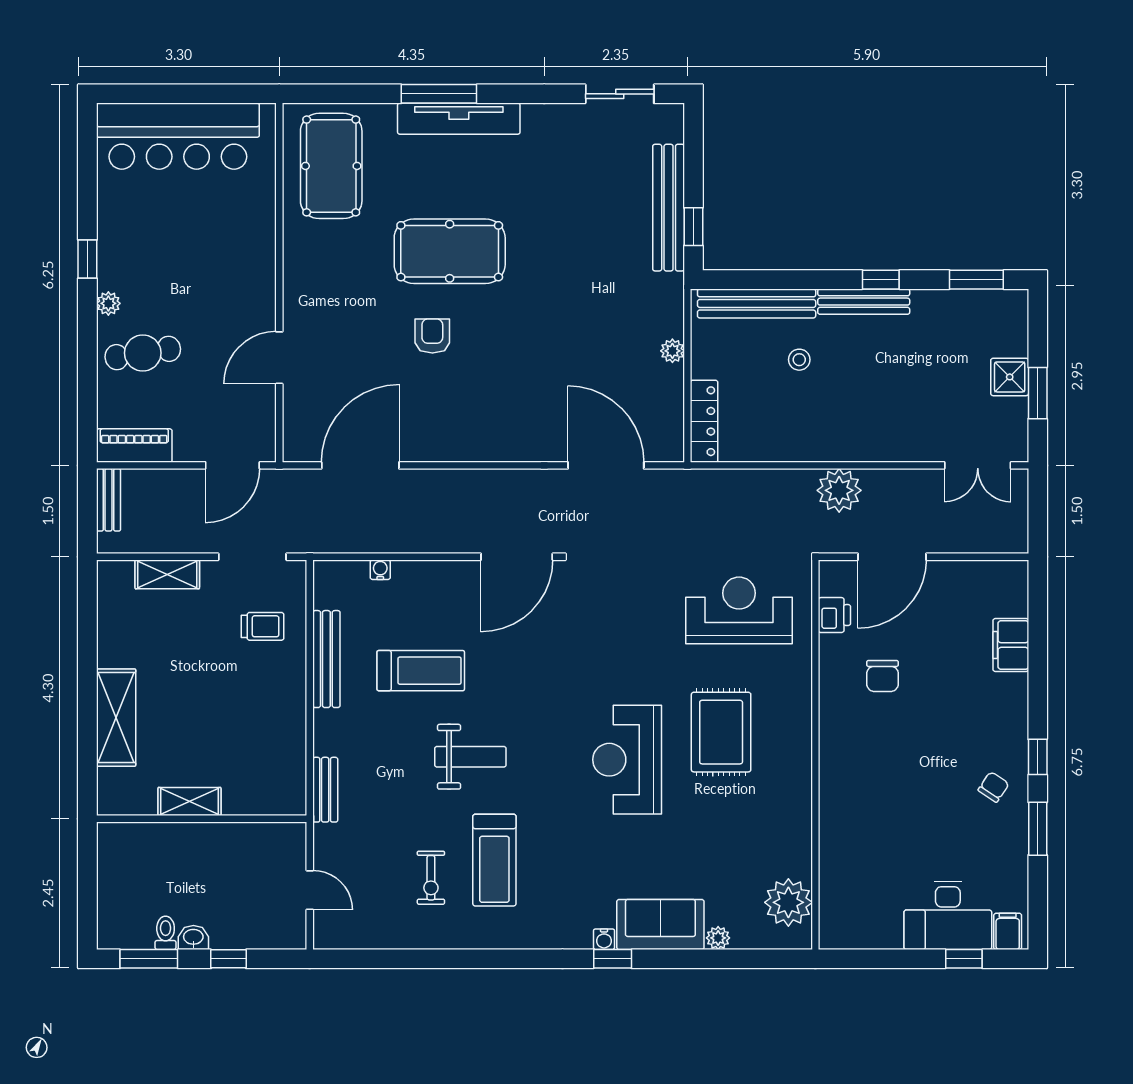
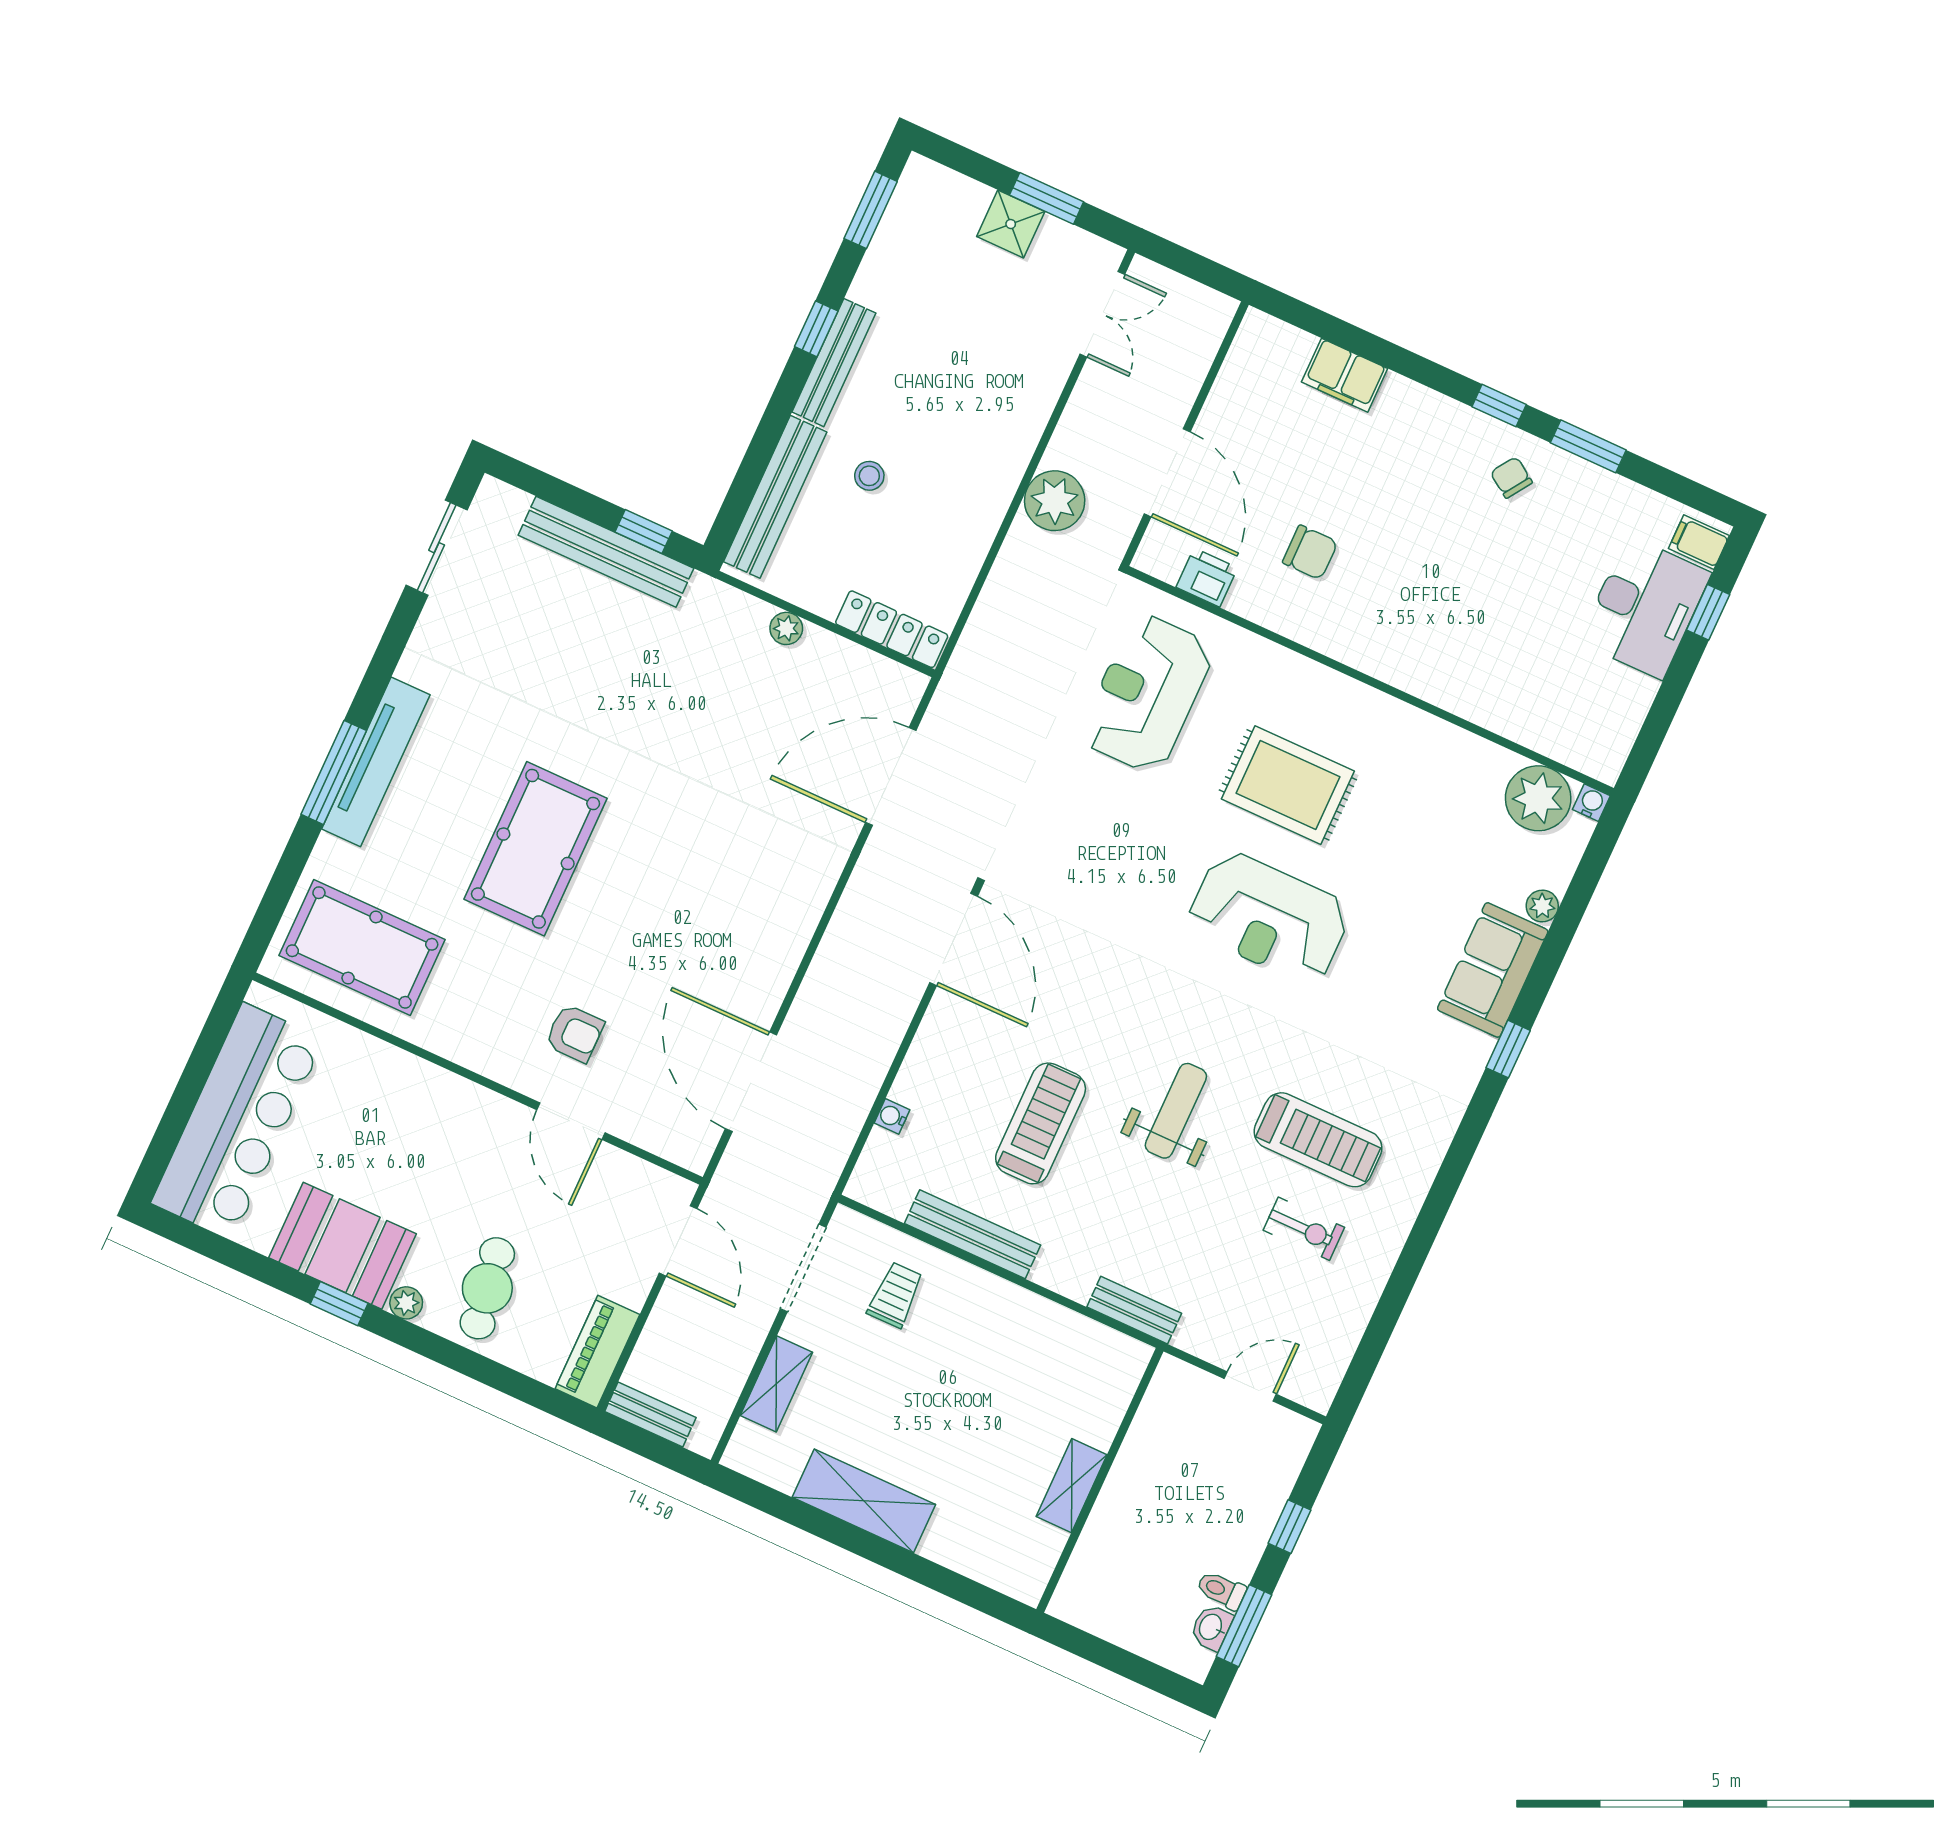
booth: (127, 244) -> (343, 1246), added
armchair: (432, 336) -> (575, 1033), moved, turned 180
shelving: (116, 718) -> (864, 1501), moved
washbasin: (193, 938) -> (1211, 1627), moved
water cooler: (604, 939) -> (1591, 803), moved, turned -90

